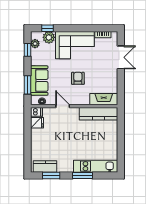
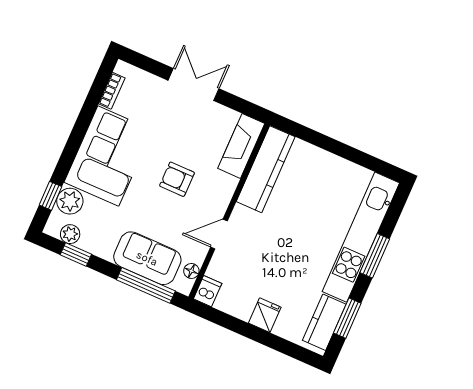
double door: (121, 57) -> (194, 85), moved
window: (28, 85) -> (146, 285), width x1.44
fridge: (37, 123) -> (265, 315), moved
kitchen unit: (96, 166) -> (361, 237), width x1.36

